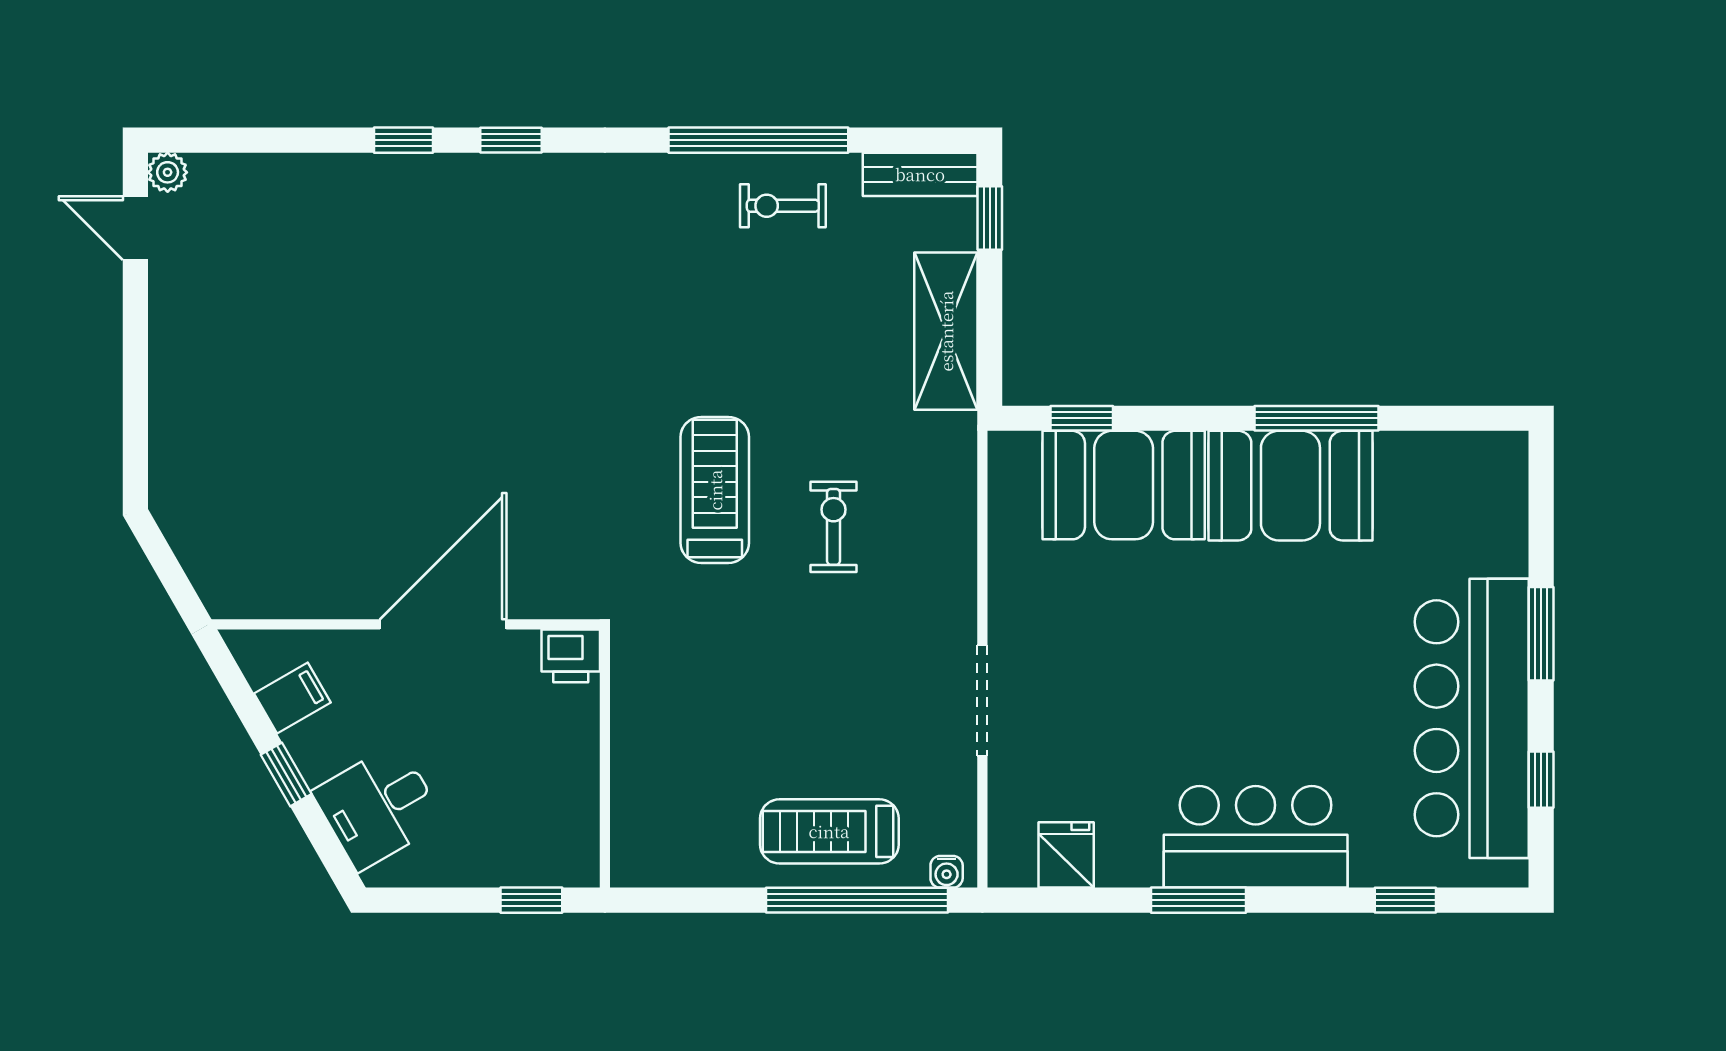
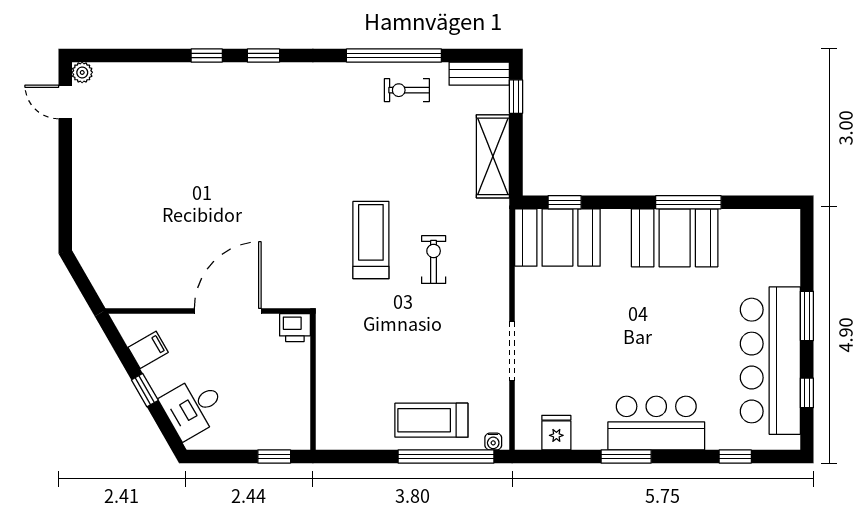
booth: (1124, 485) -> (557, 238), moved

